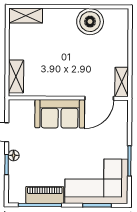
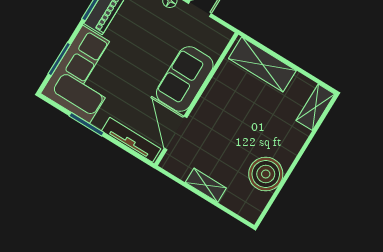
shelving: (16, 76) -> (262, 64), width x1.50, depth x1.33
shelving: (122, 82) -> (206, 185), moved
tv unit: (122, 125) -> (131, 140), added

